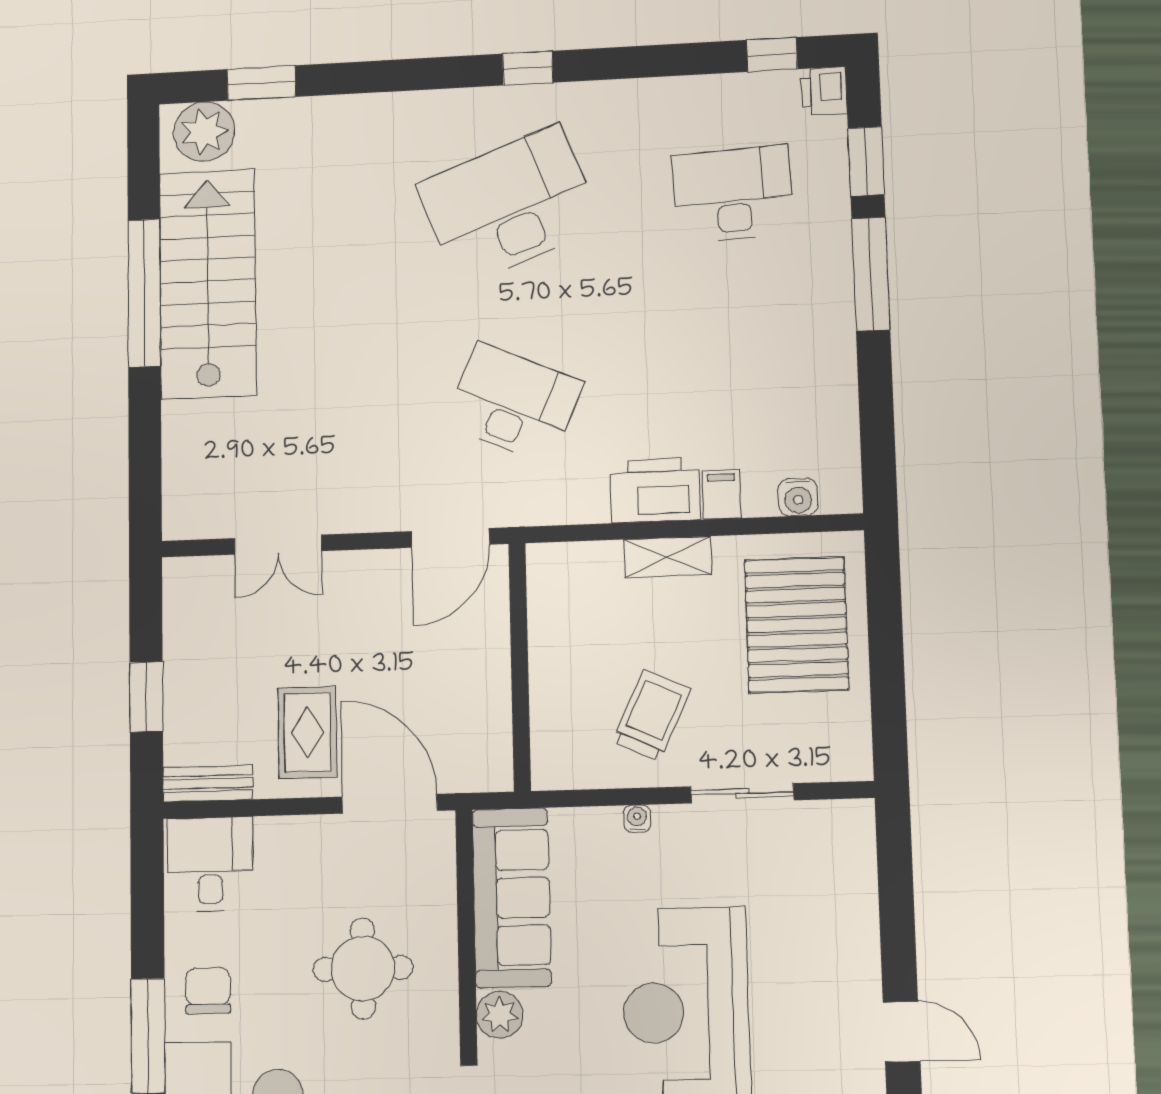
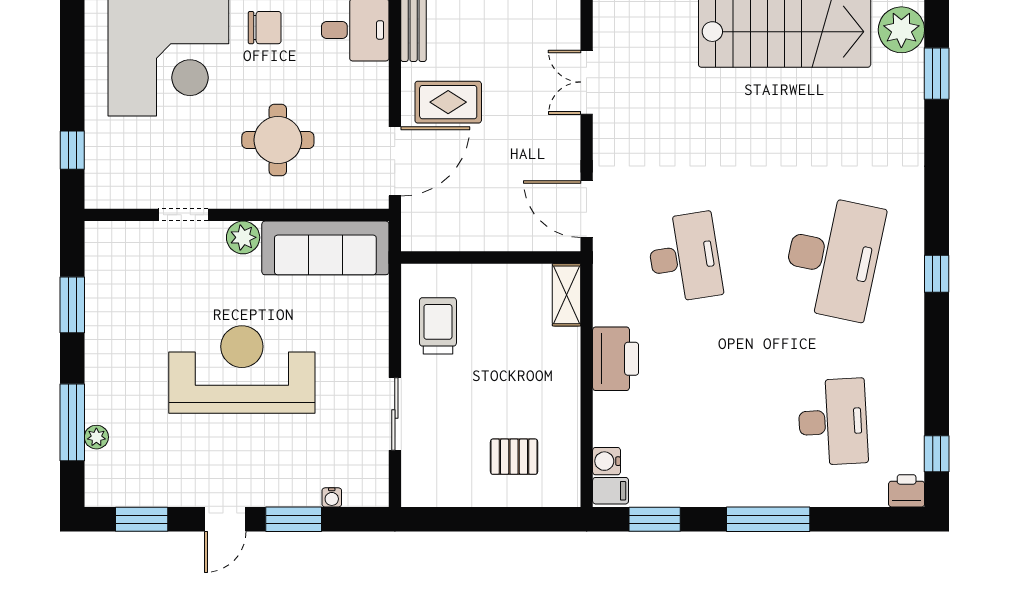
window: (866, 161) -> (655, 519), moved
desk: (509, 205) -> (833, 258), turned 33
desk: (514, 403) -> (684, 258), turned -33
filing cabinet: (722, 495) -> (611, 491), moved
shelving: (668, 557) -> (566, 295), moved
pallet: (797, 625) -> (514, 457), width x0.49, depth x0.50
trolley: (652, 715) -> (438, 326), moved, turned -115
water cooler: (637, 819) -> (332, 497), moved, turned 90
window: (898, 933) -> (294, 519), added

